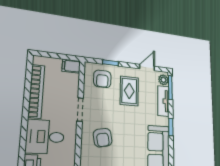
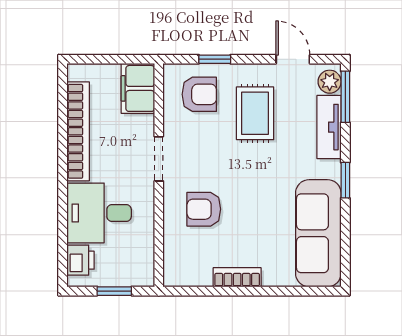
filing cabinet: (71, 66) -> (138, 88), width x2.00
door: (147, 67) -> (293, 59), hinge flipped
armchair: (102, 79) -> (199, 94), turned -90
armchair: (103, 138) -> (204, 209), turned 100

